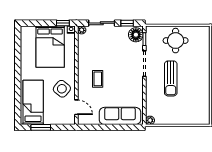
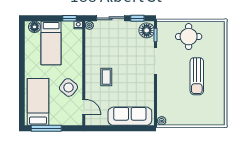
floor lamp: (30, 31) -> (34, 27), added
bed: (50, 47) -> (51, 43), width x0.67
sun lounger: (171, 78) -> (197, 76), moved
window: (41, 127) -> (46, 128), width x1.44

